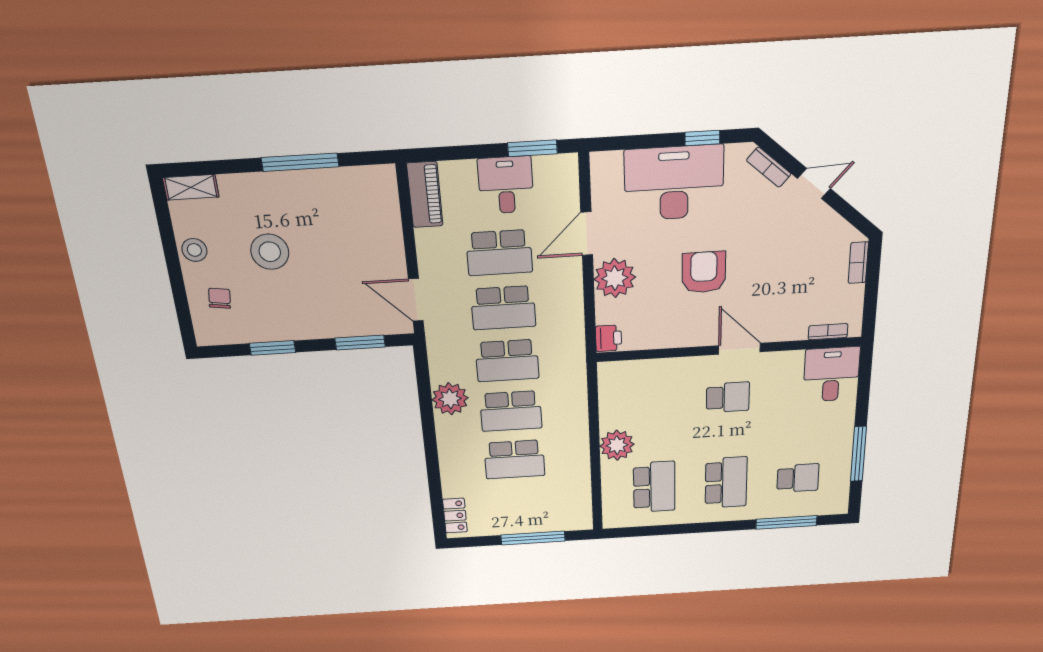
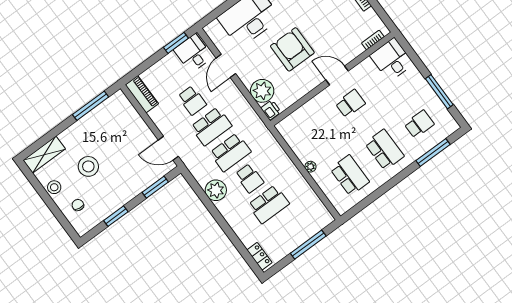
window: (300, 162) -> (91, 106), moved
desk: (506, 185) -> (193, 53), moved
shelving: (191, 187) -> (44, 155), width x1.50, depth x1.33
school desk: (499, 253) -> (192, 100), width x0.54
armchair: (704, 272) -> (292, 49), width x1.36, depth x1.36
plant: (615, 278) -> (262, 91), moved
school desk: (511, 411) -> (250, 178), width x0.54
plant: (617, 445) -> (310, 167), width x0.53, depth x0.53

